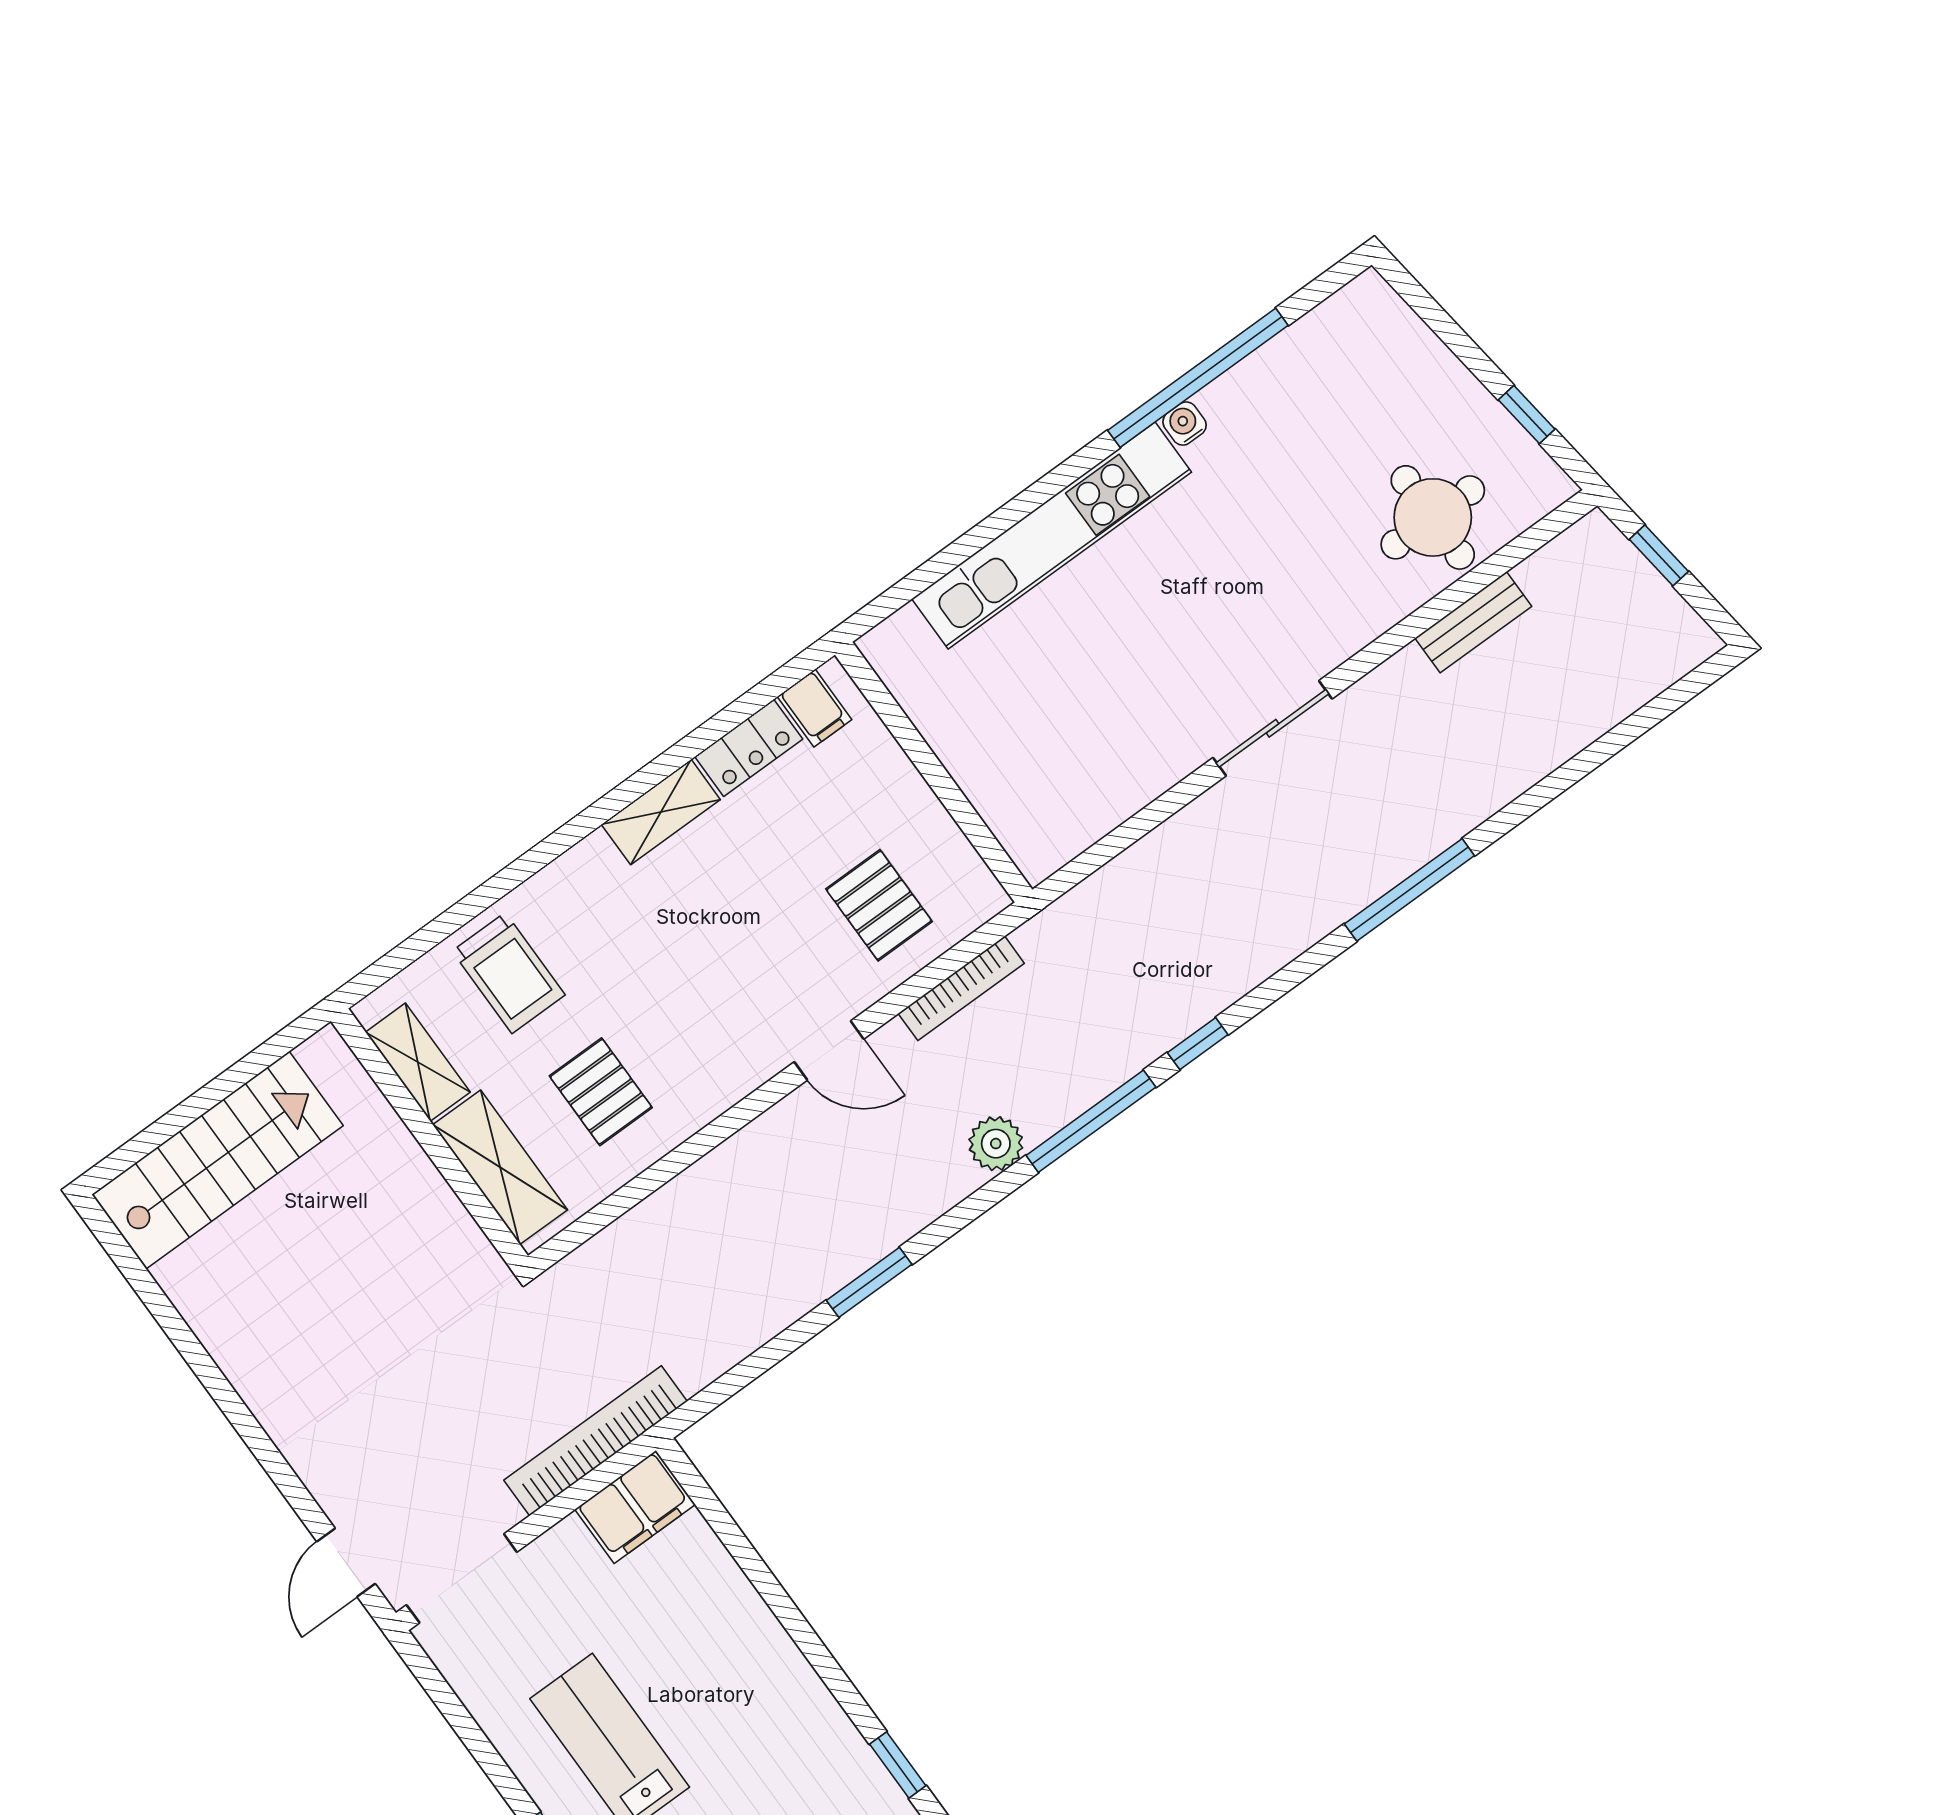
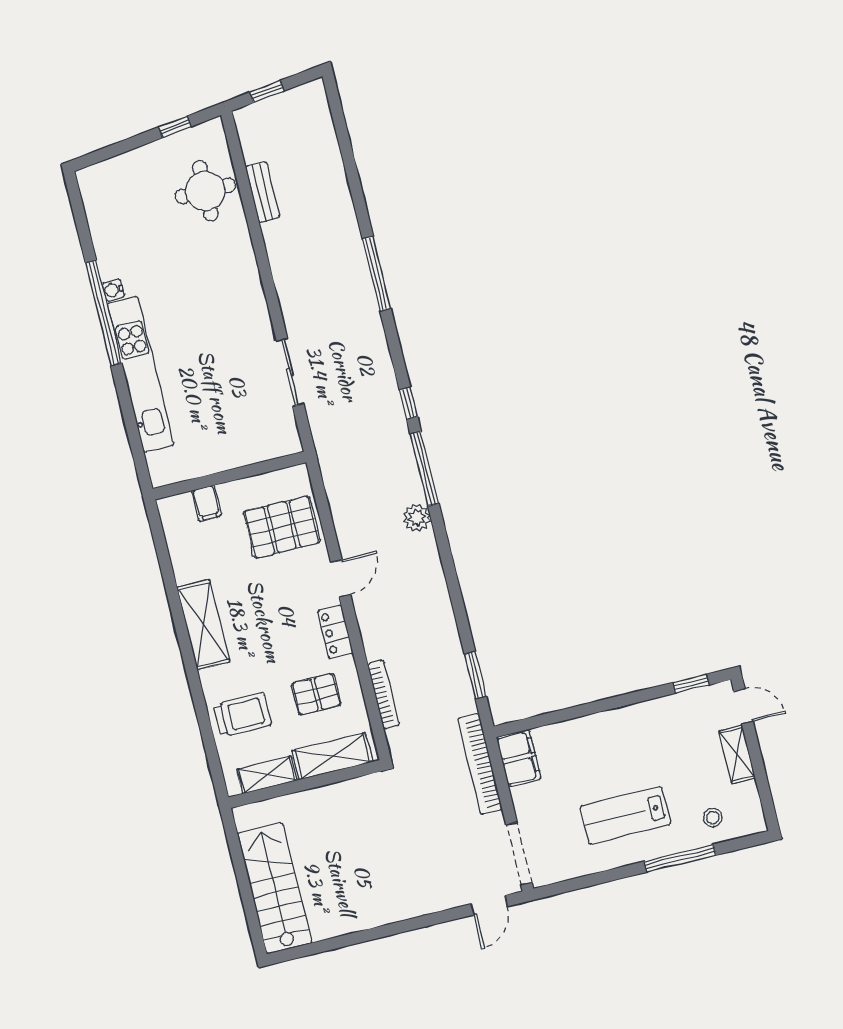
window: (1198, 378) -> (104, 313), moved
filing cabinet: (815, 708) -> (207, 503), moved, turned 90
sliding door: (1272, 728) -> (290, 372), moved
locker: (749, 748) -> (335, 632), moved, turned 180
shelving: (661, 812) -> (203, 625), width x1.50, depth x1.33
pallet: (879, 905) -> (282, 527), width x1.50, depth x1.42
bookcase: (961, 988) -> (384, 695), moved
window: (869, 1282) -> (475, 675), moved
door: (346, 1563) -> (489, 905), hinge flipped

